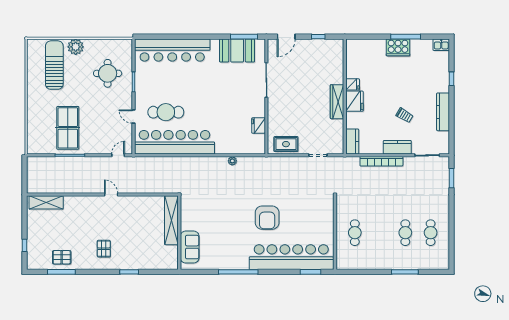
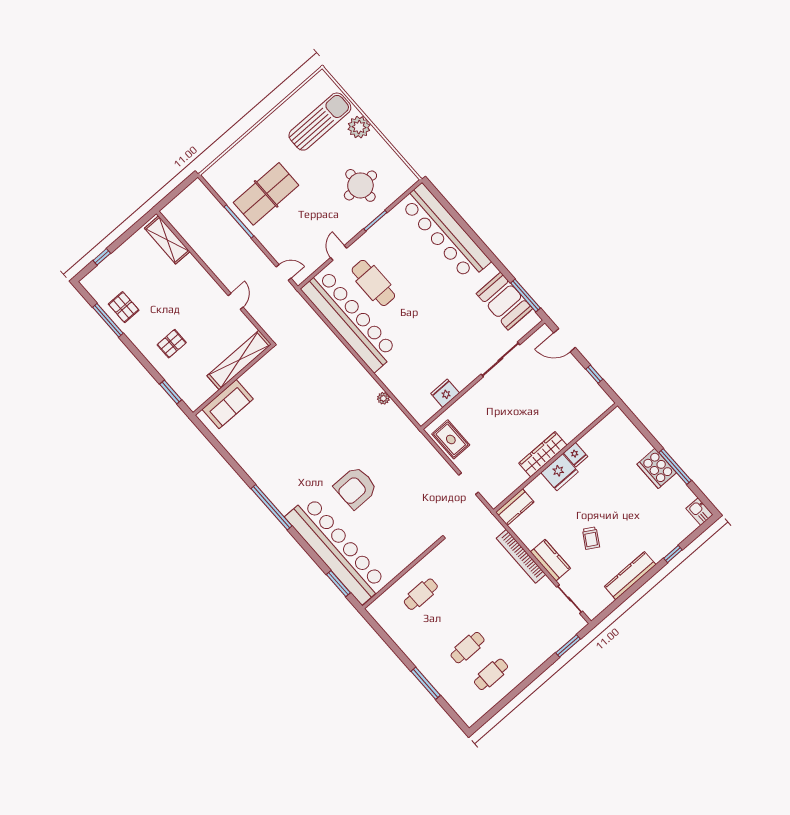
shelving: (171, 220) -> (239, 360), moved
wall: (179, 233) -> (233, 380), moved
sofa: (190, 247) -> (228, 404), moved

